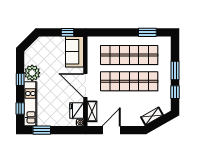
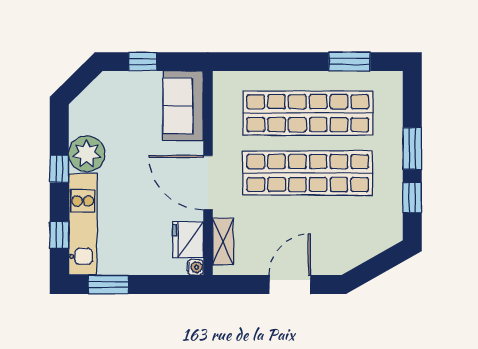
window: (68, 32) -> (143, 62), moved
shelving: (152, 116) -> (360, 252), removed
door: (111, 130) -> (290, 285), moved

